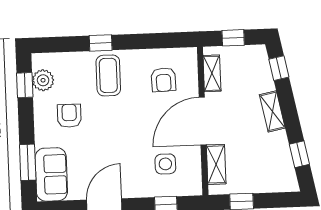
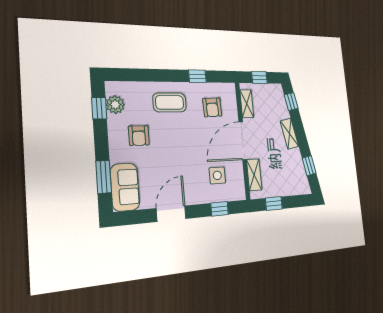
window: (101, 43) -> (197, 76), moved
coffee table: (108, 75) -> (170, 102), turned 90
armchair: (69, 116) -> (139, 136), turned 180

